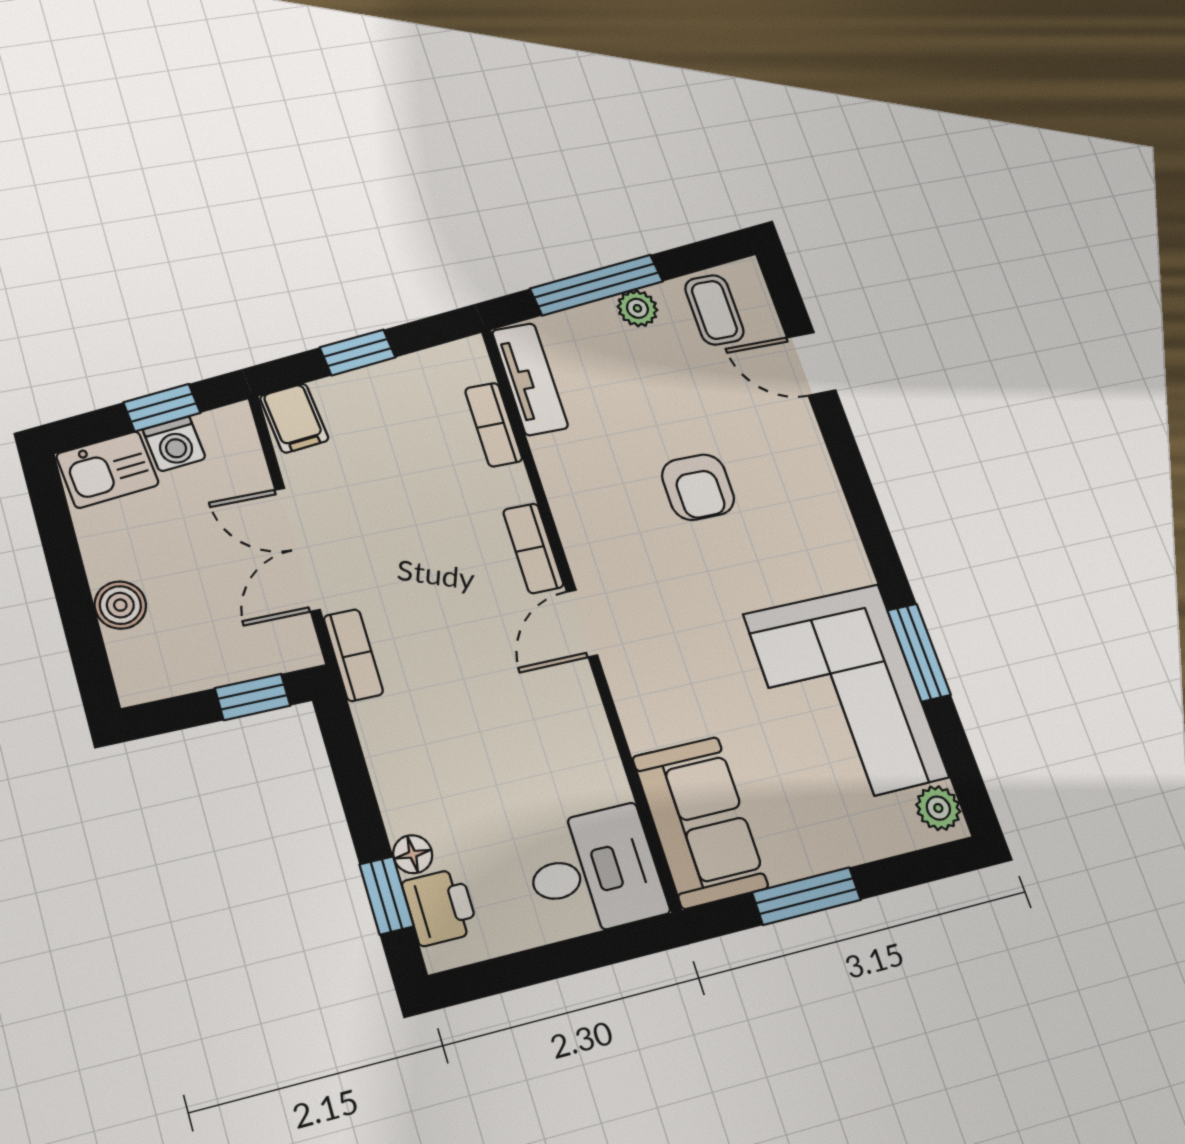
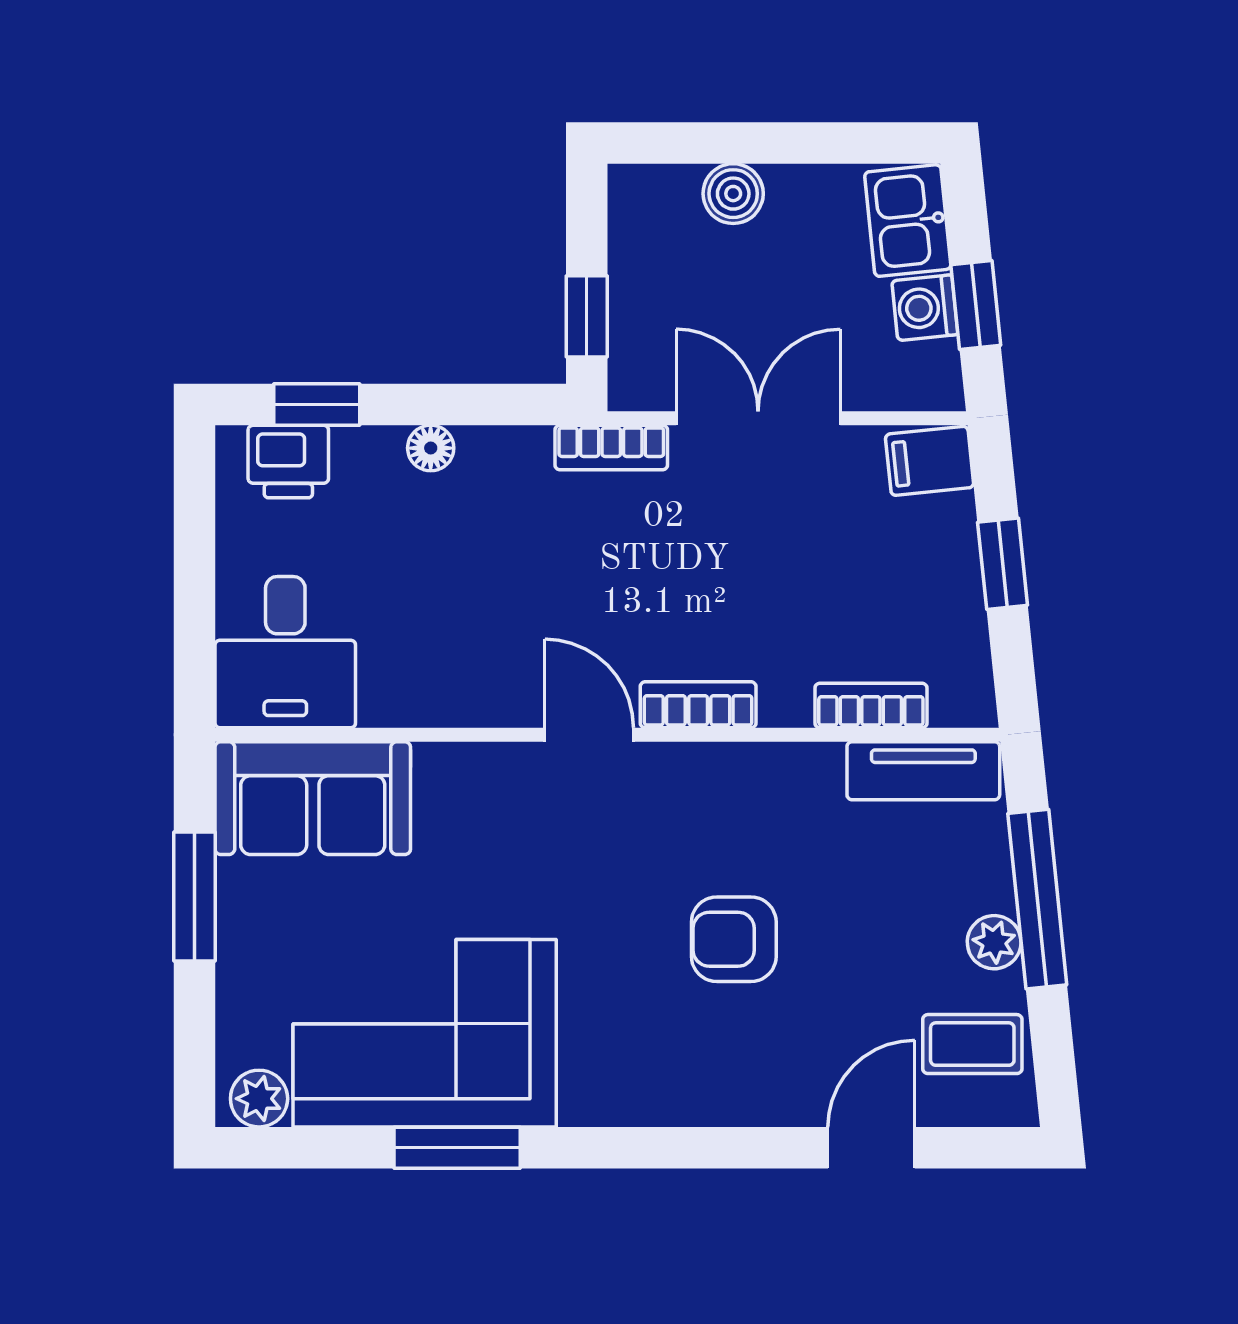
floor lamp: (413, 854) -> (431, 448), moved

